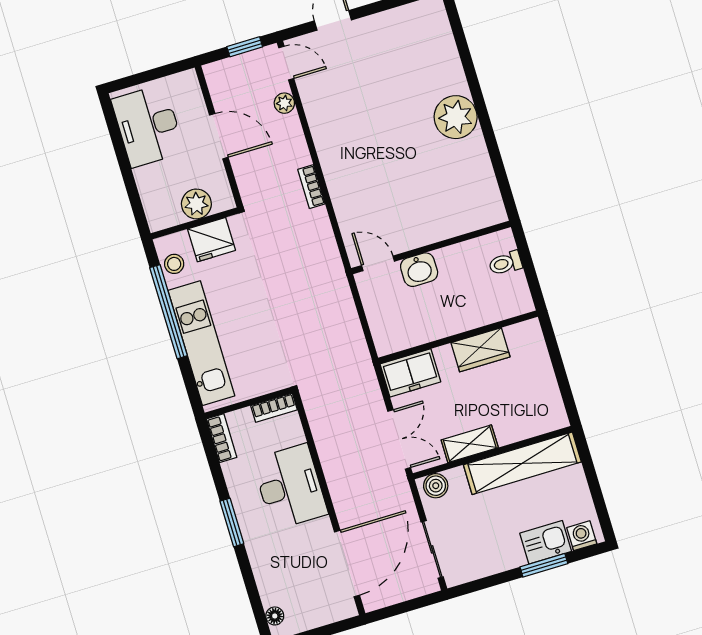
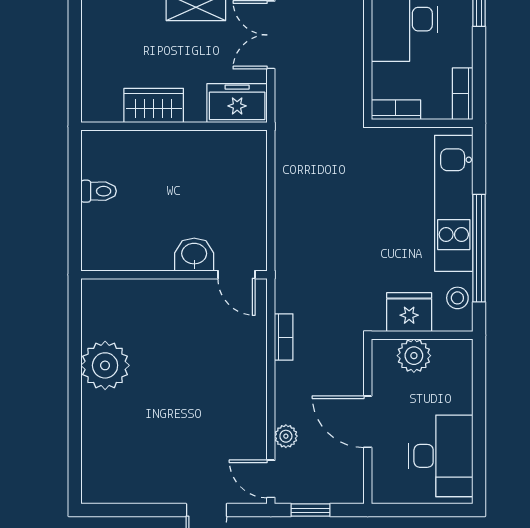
wall: (431, 247) -> (174, 275), moved
door: (378, 263) -> (236, 275), moved
washbasin: (419, 270) -> (194, 255), moved

